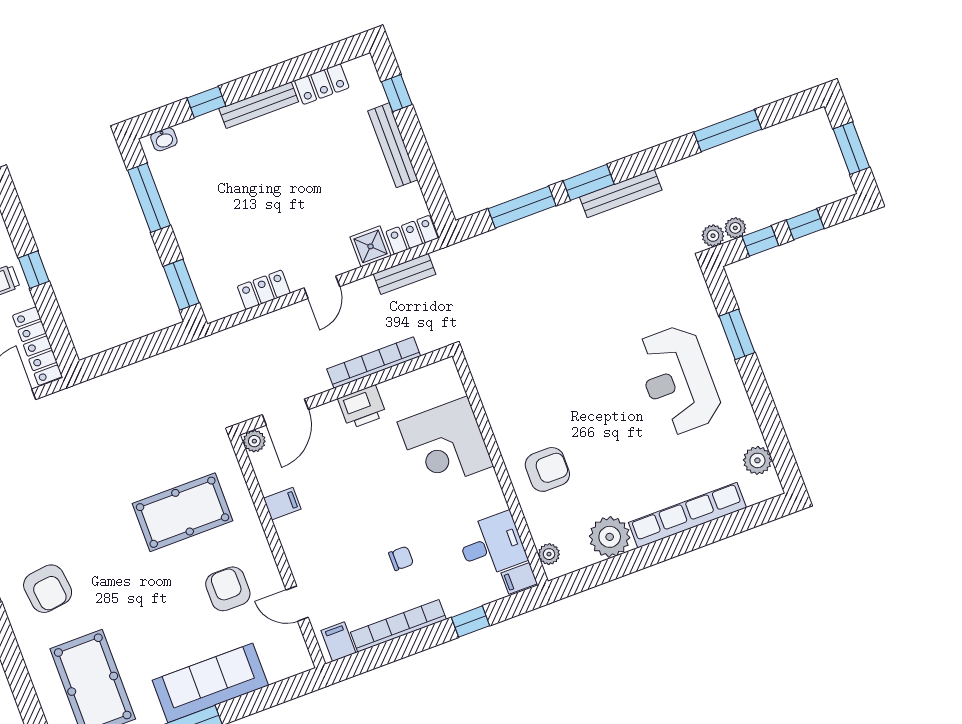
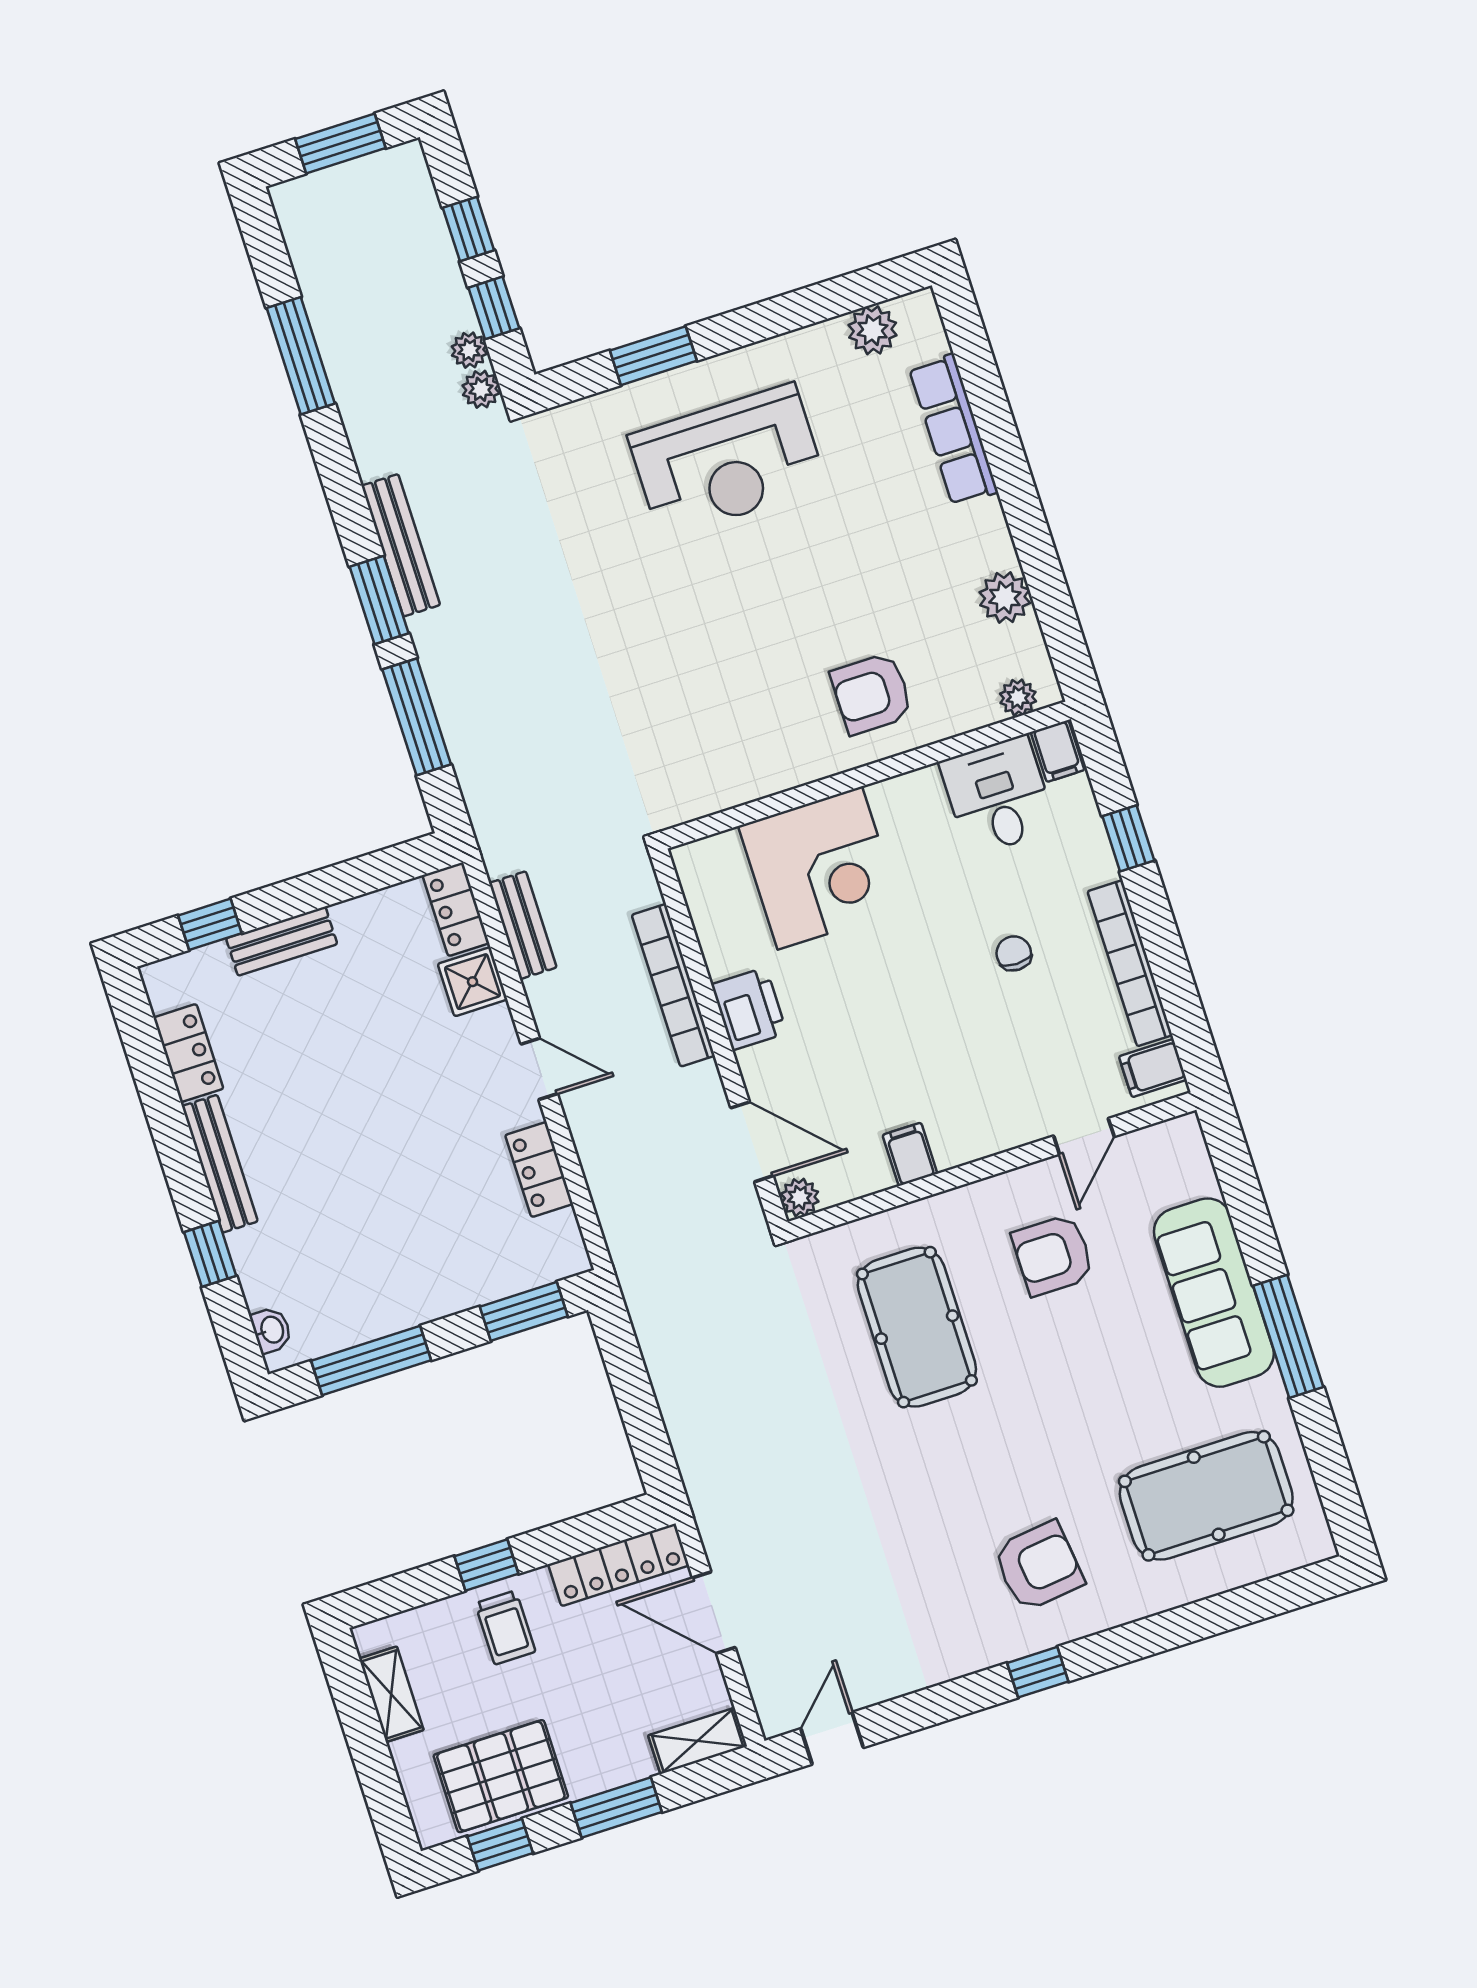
bench: (393, 145) -> (282, 941), width x0.73
armchair: (547, 469) -> (872, 694), turned -90
row of seats: (687, 515) -> (953, 430), width x0.73
plant: (610, 537) -> (1005, 598), width x0.73, depth x0.73

